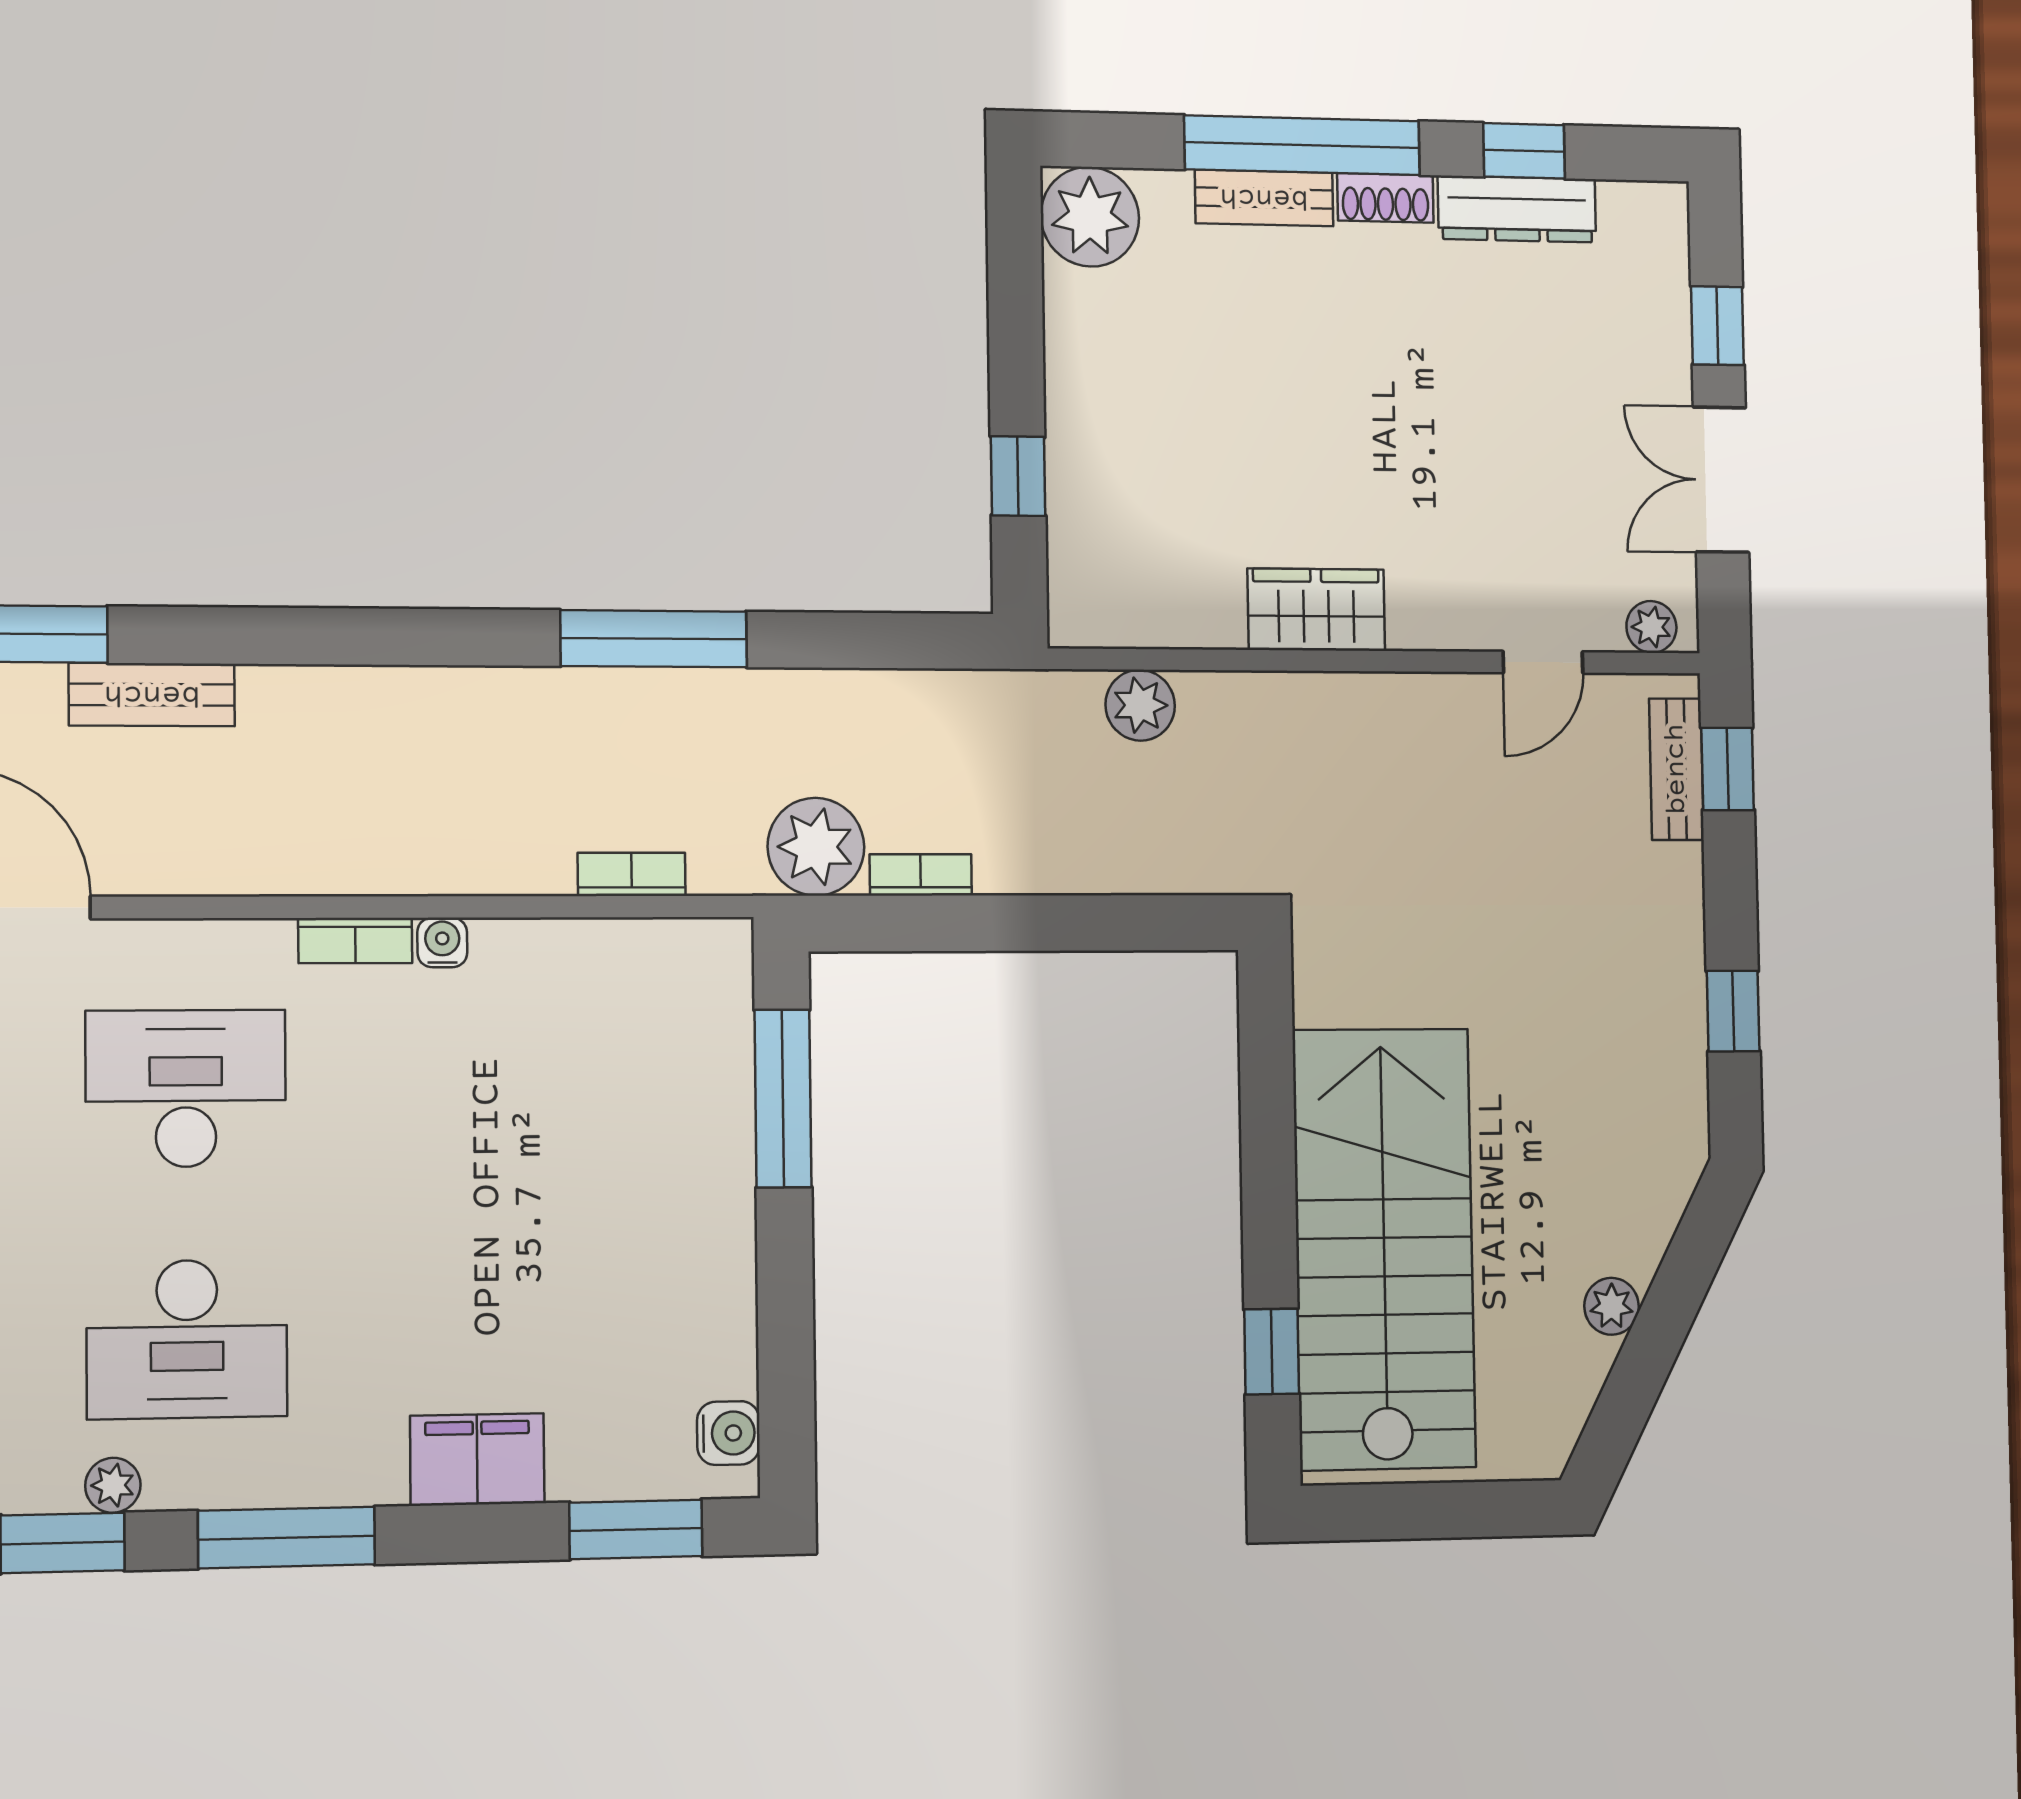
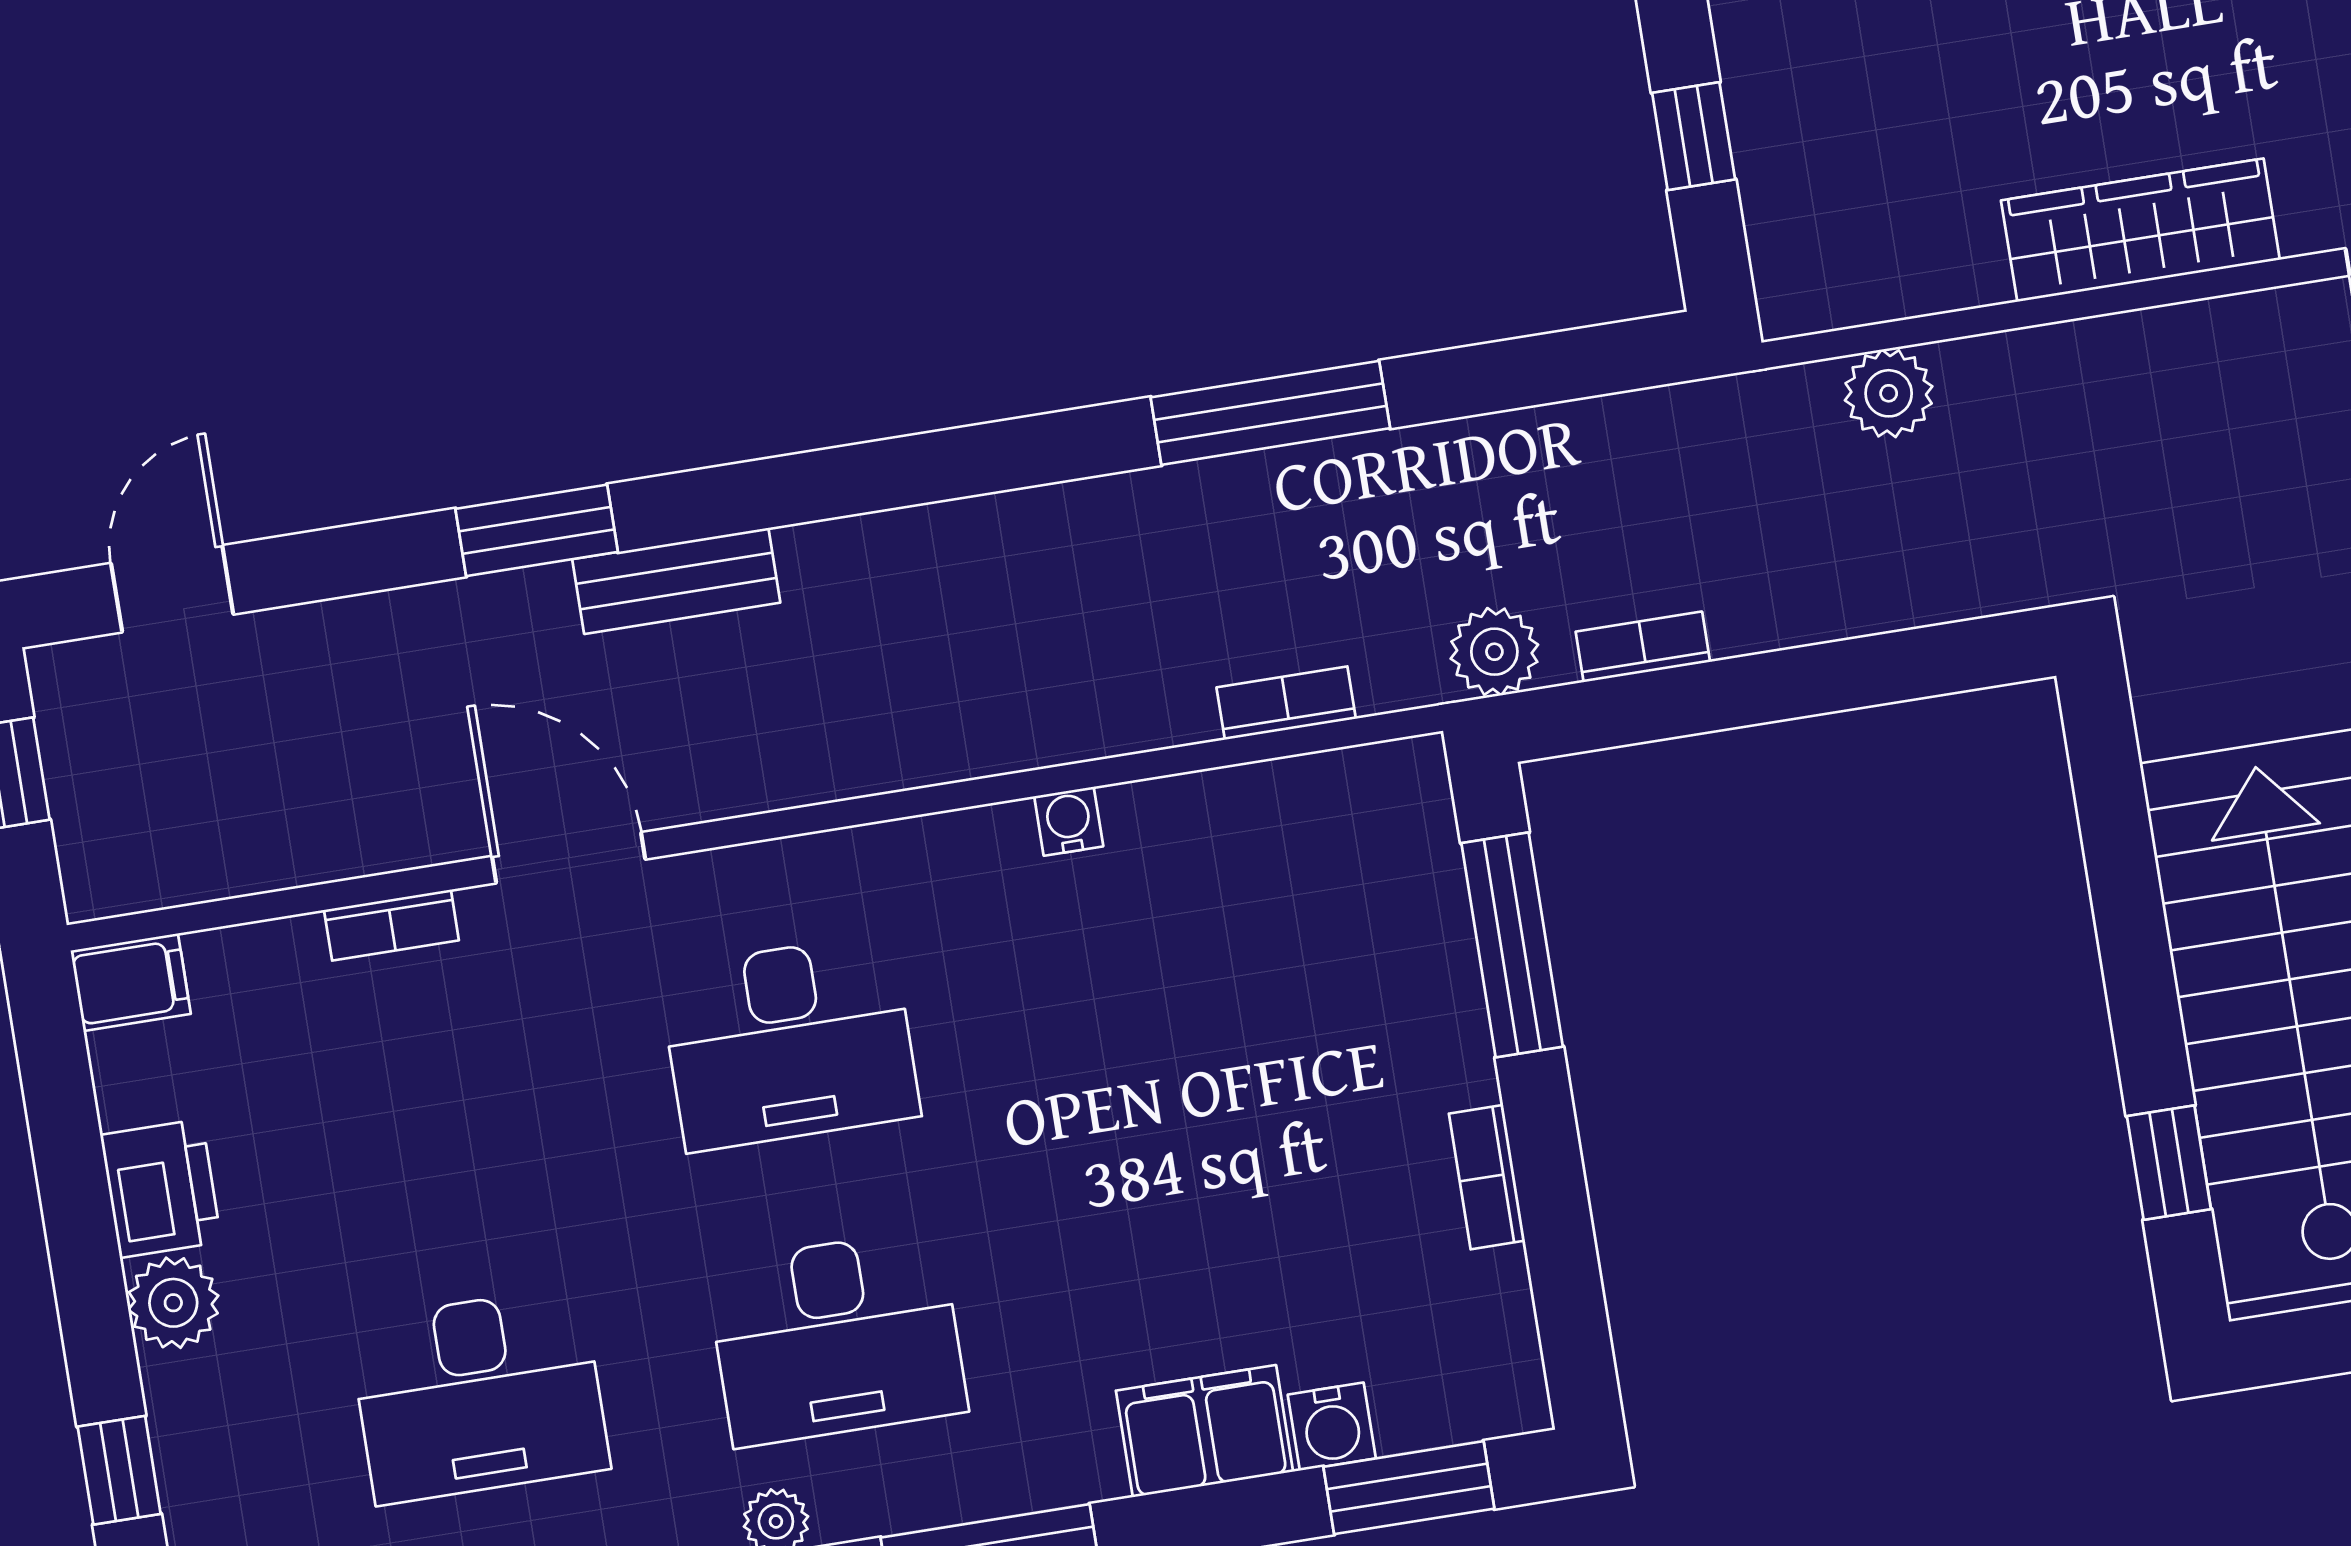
wardrobe: (1316, 610) -> (2140, 230), width x1.50
plant: (816, 847) -> (1494, 652), width x0.73, depth x0.73
bookcase: (355, 940) -> (1487, 1177), moved, turned 90
desk: (186, 1088) -> (789, 1042), turned 180
water cooler: (728, 1433) -> (1332, 1426), moved, turned 90

